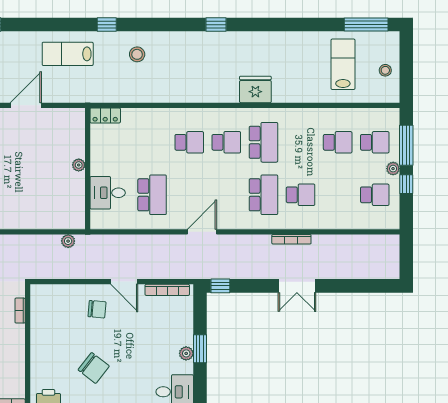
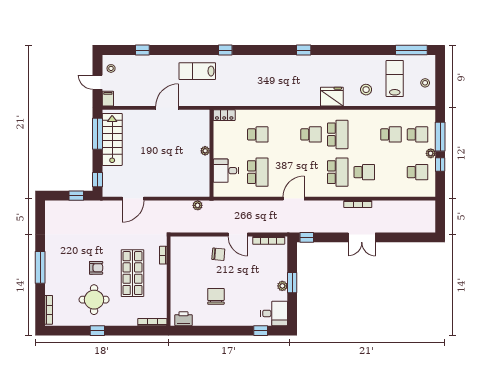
stool: (137, 54) -> (366, 90), moved
school desk: (189, 142) -> (258, 134), moved
chair: (94, 368) -> (216, 296), turned -128

